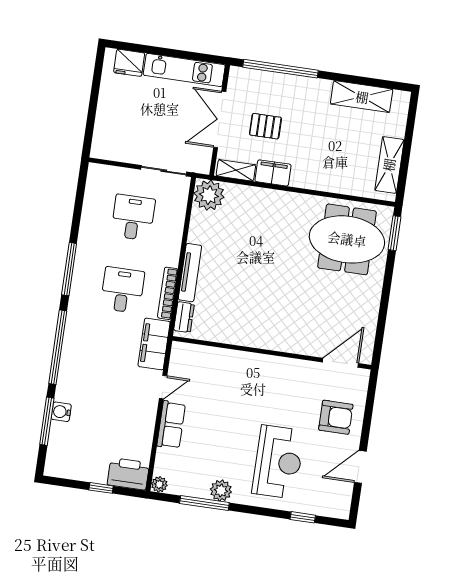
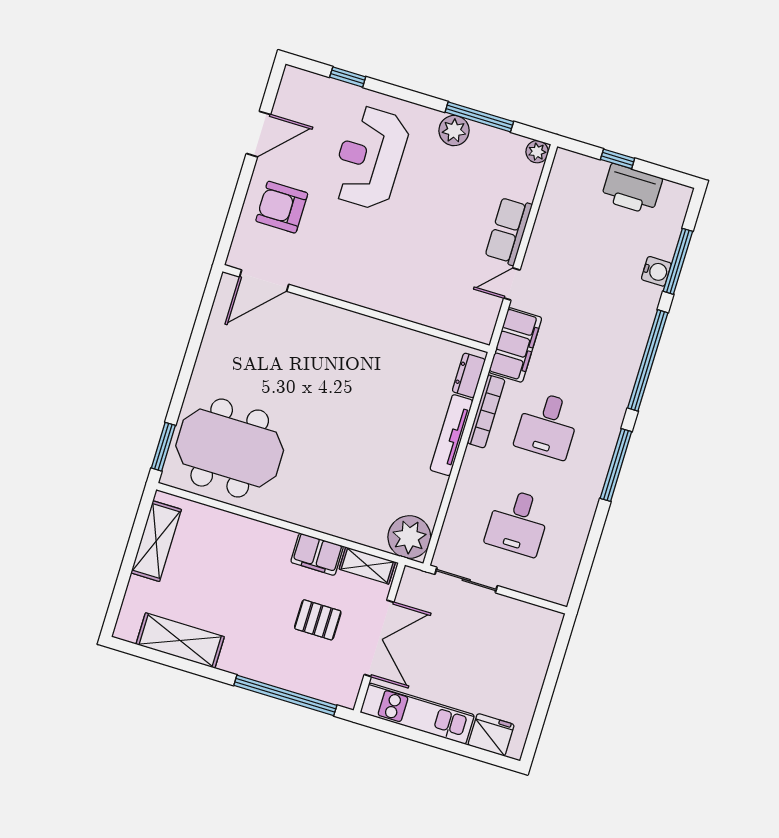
printer: (128, 474) -> (632, 189), moved

